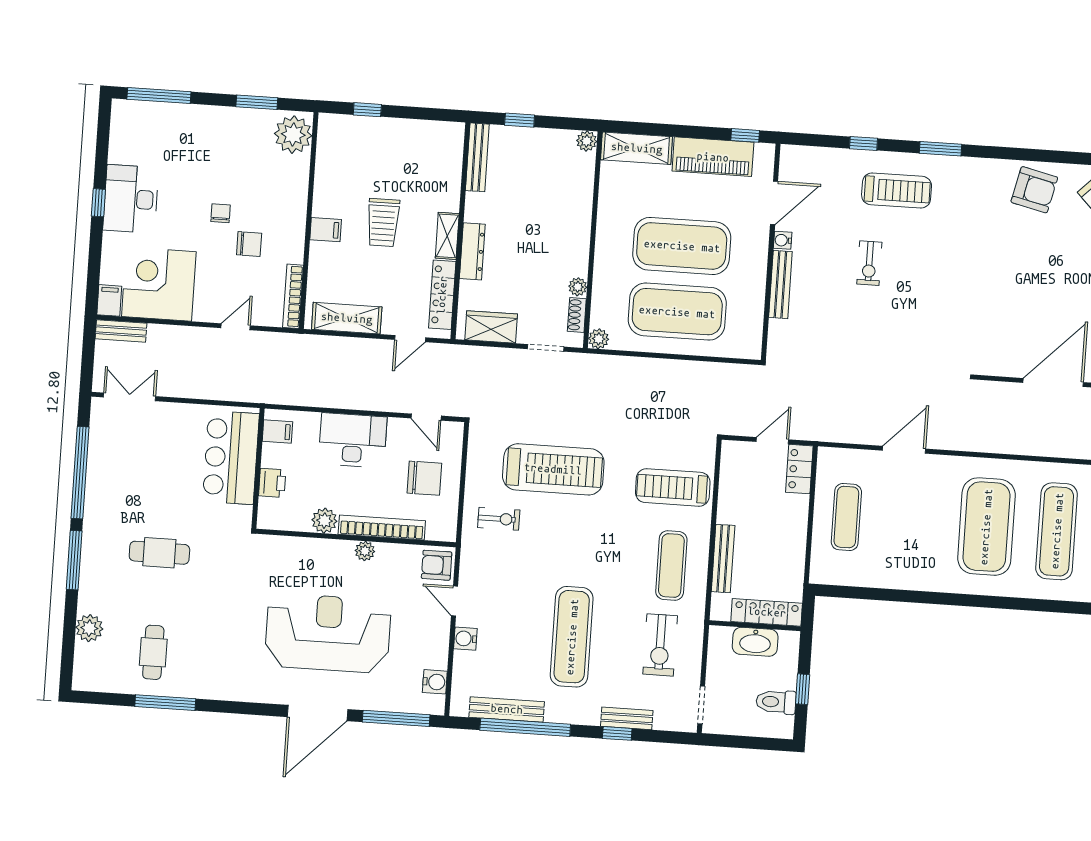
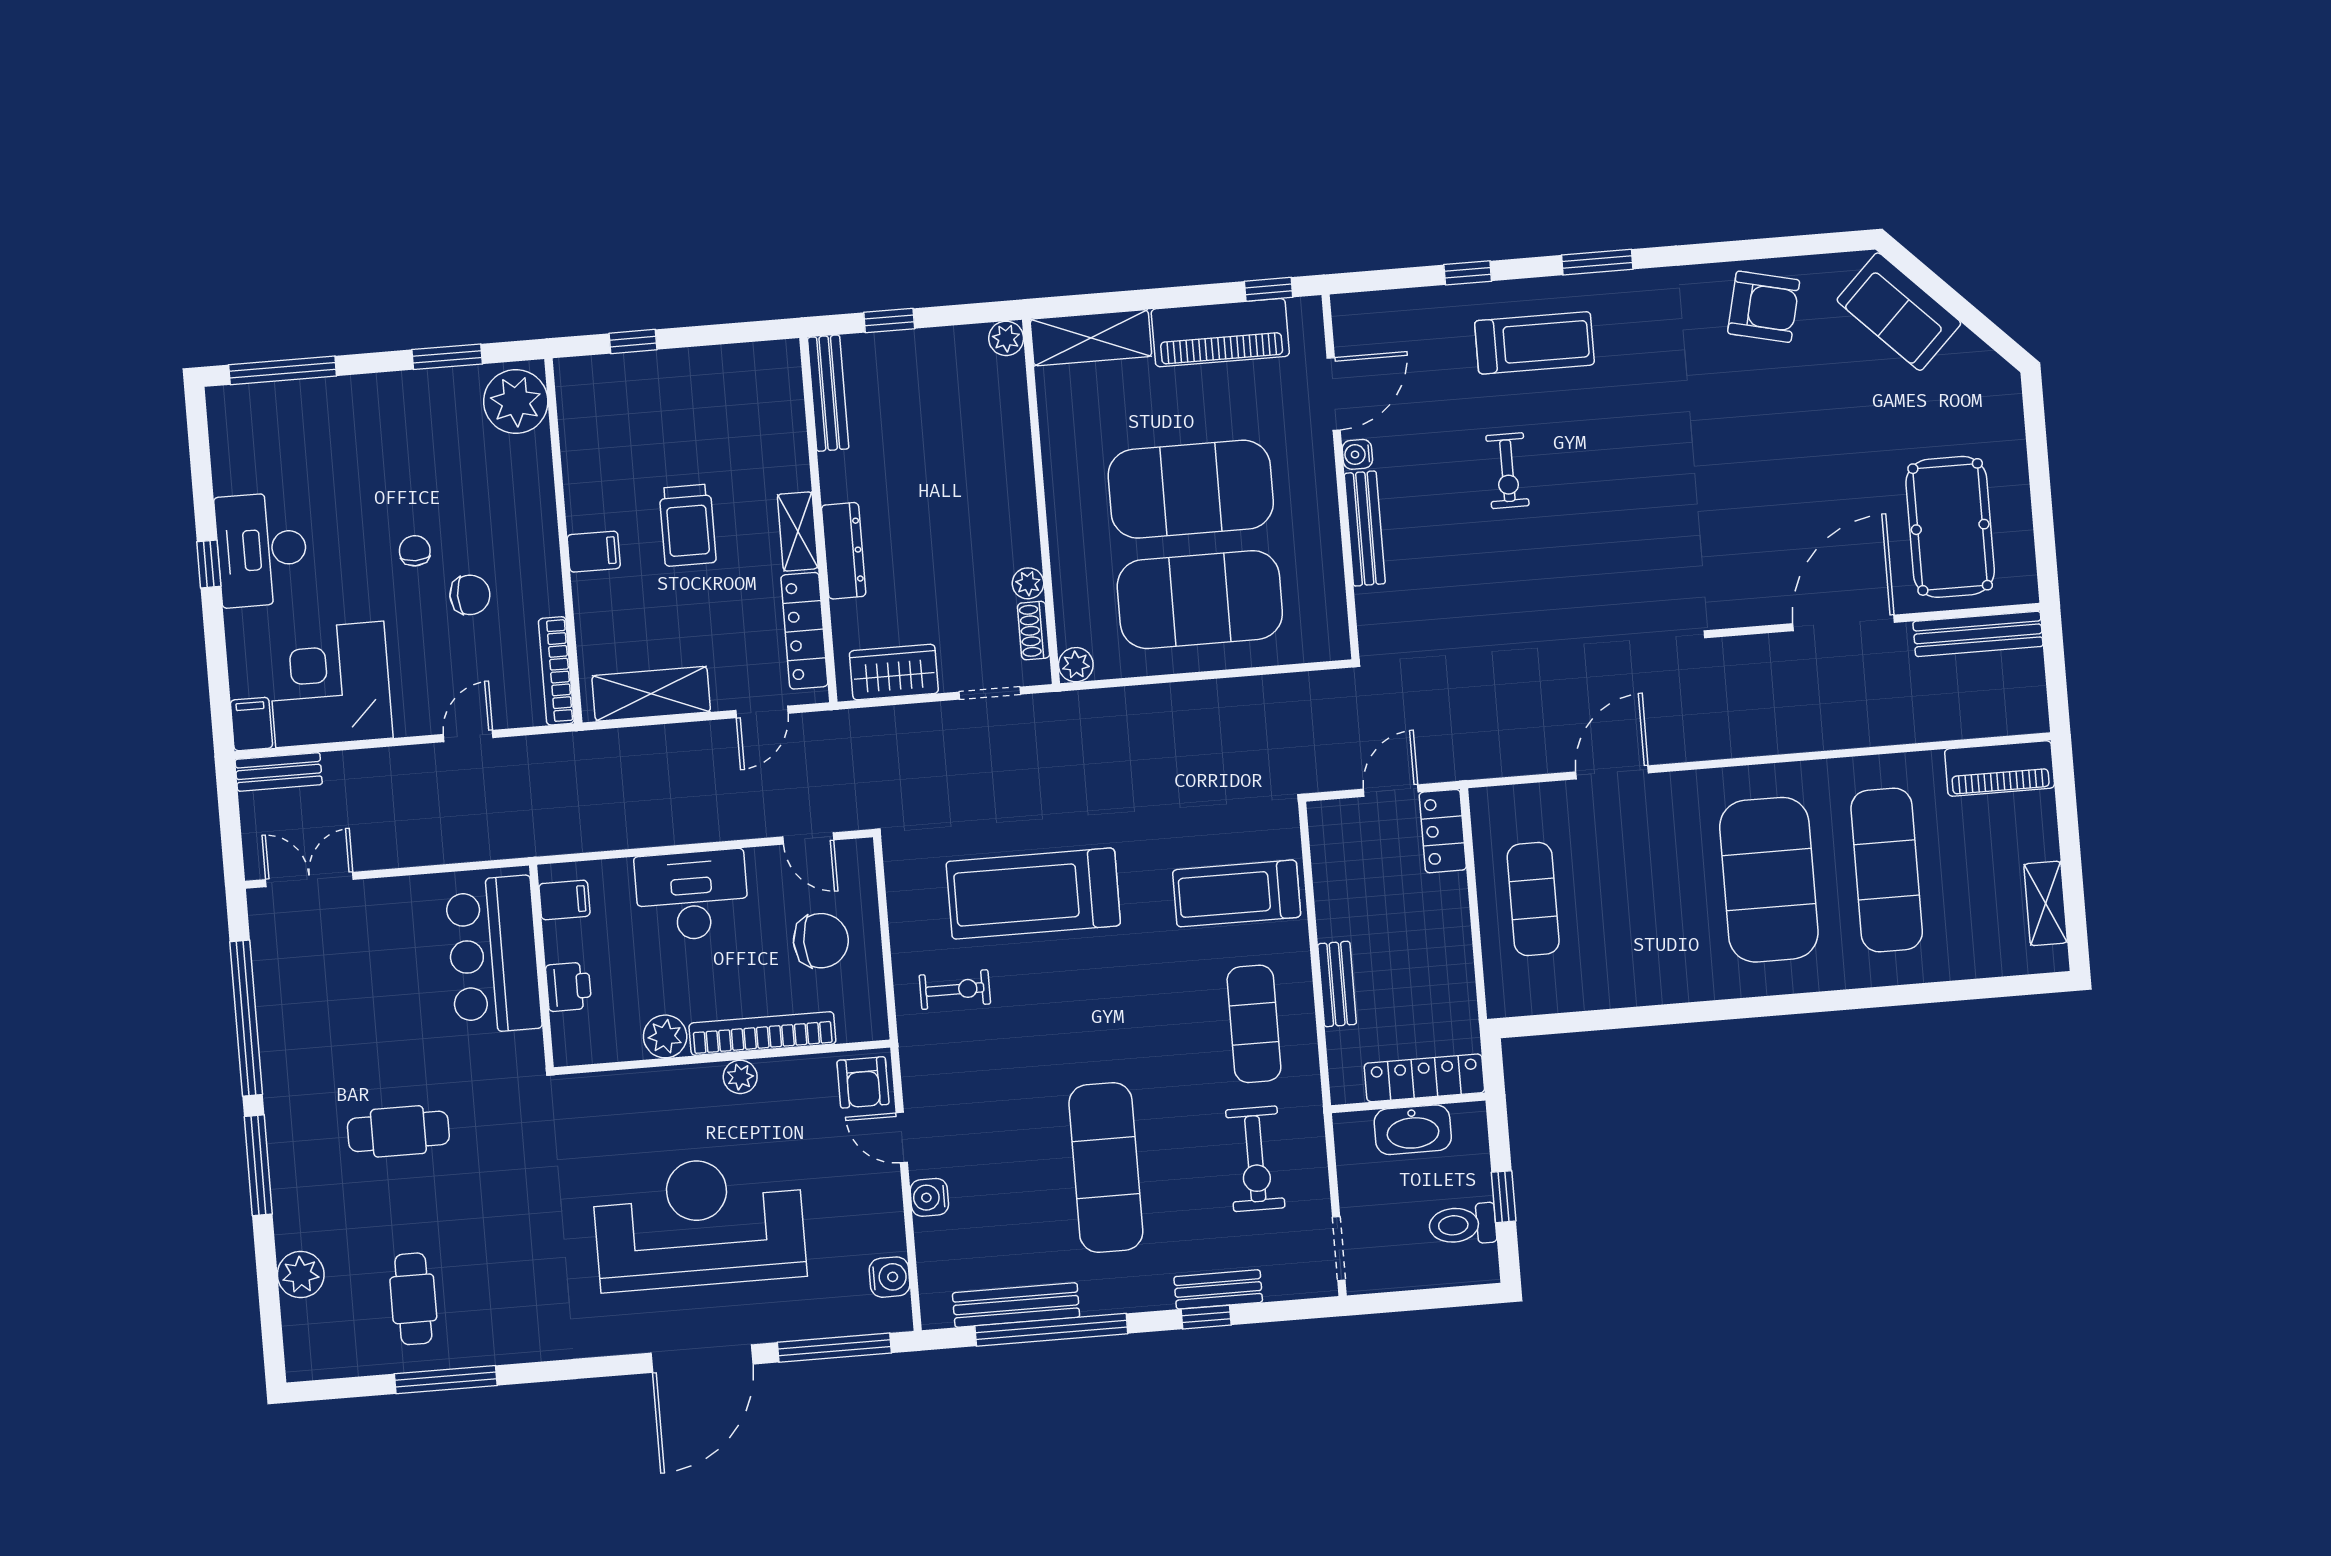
treadmill: (553, 469) -> (1033, 894), turned 180
bench: (723, 559) -> (1337, 984), width x0.73
armchair: (437, 565) -> (863, 1082), turned -90

